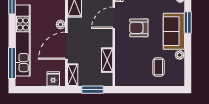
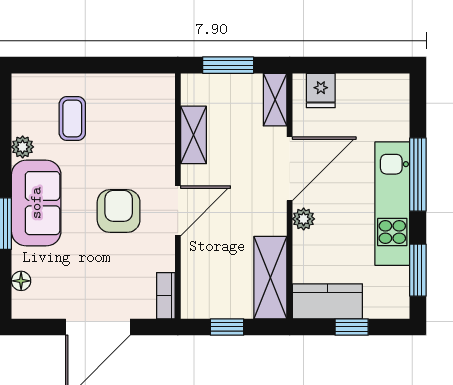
door: (114, 18) -> (178, 211), moved
armchair: (139, 28) -> (119, 211), turned -90
kitchen unit: (23, 40) -> (392, 204), width x0.73
window: (12, 63) -> (418, 175), moved

